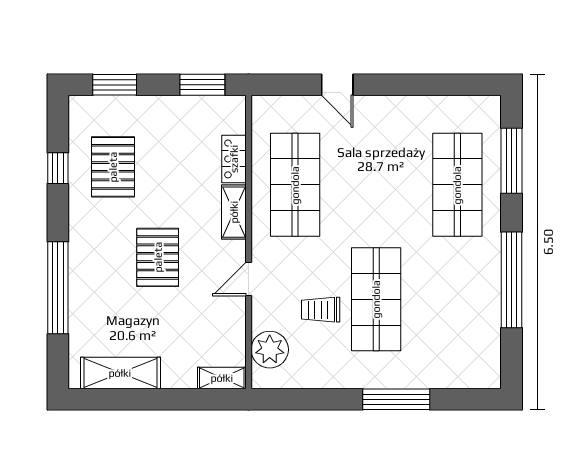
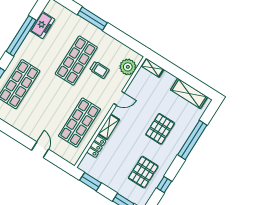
pallet: (158, 257) -> (160, 129), moved
freezer: (484, 326) -> (42, 25), added

